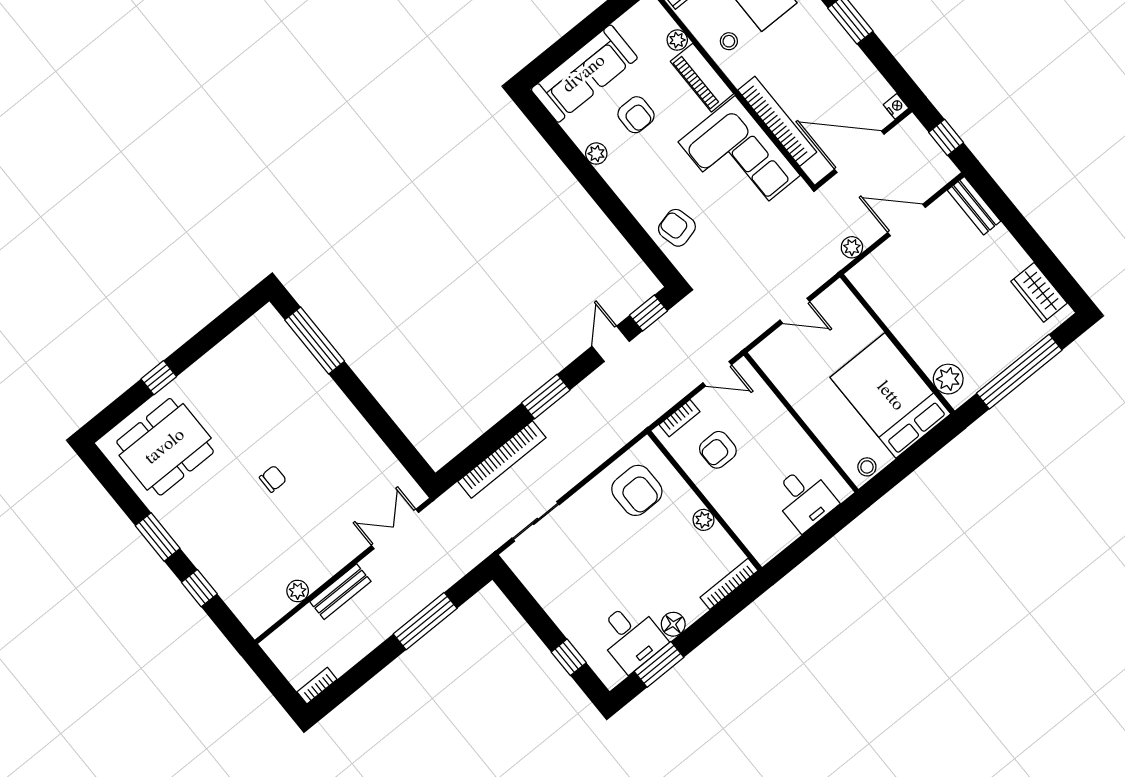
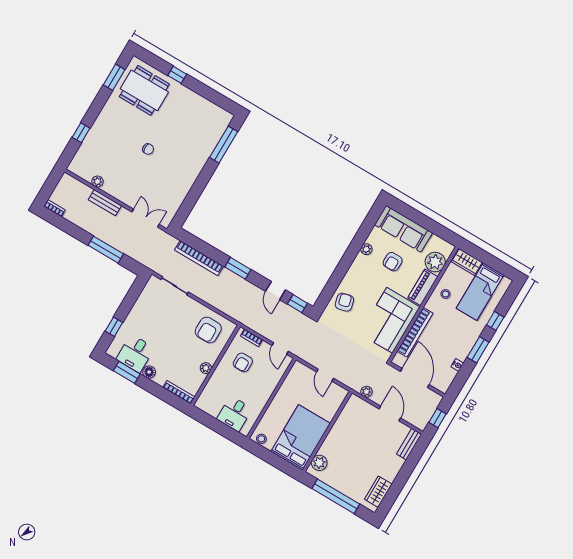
plant: (677, 40) -> (435, 262), width x1.87, depth x1.87
nightstand: (896, 106) -> (457, 365), moved
door: (611, 344) -> (275, 291), swing flipped
armchair: (718, 450) -> (243, 362), turned -90
window: (158, 537) -> (114, 77), moved

